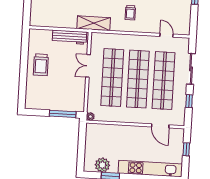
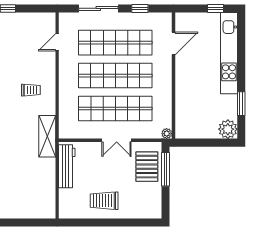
trolley: (41, 65) -> (104, 201), turned 180
double door: (88, 66) -> (117, 140), moved
pallet: (66, 100) -> (147, 167), added
window: (186, 149) -> (215, 8), moved
plant: (102, 165) -> (228, 129), moved

